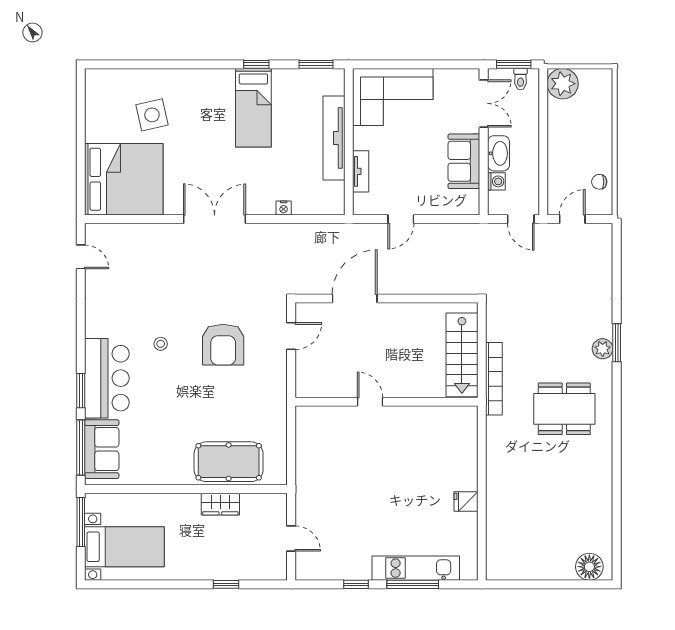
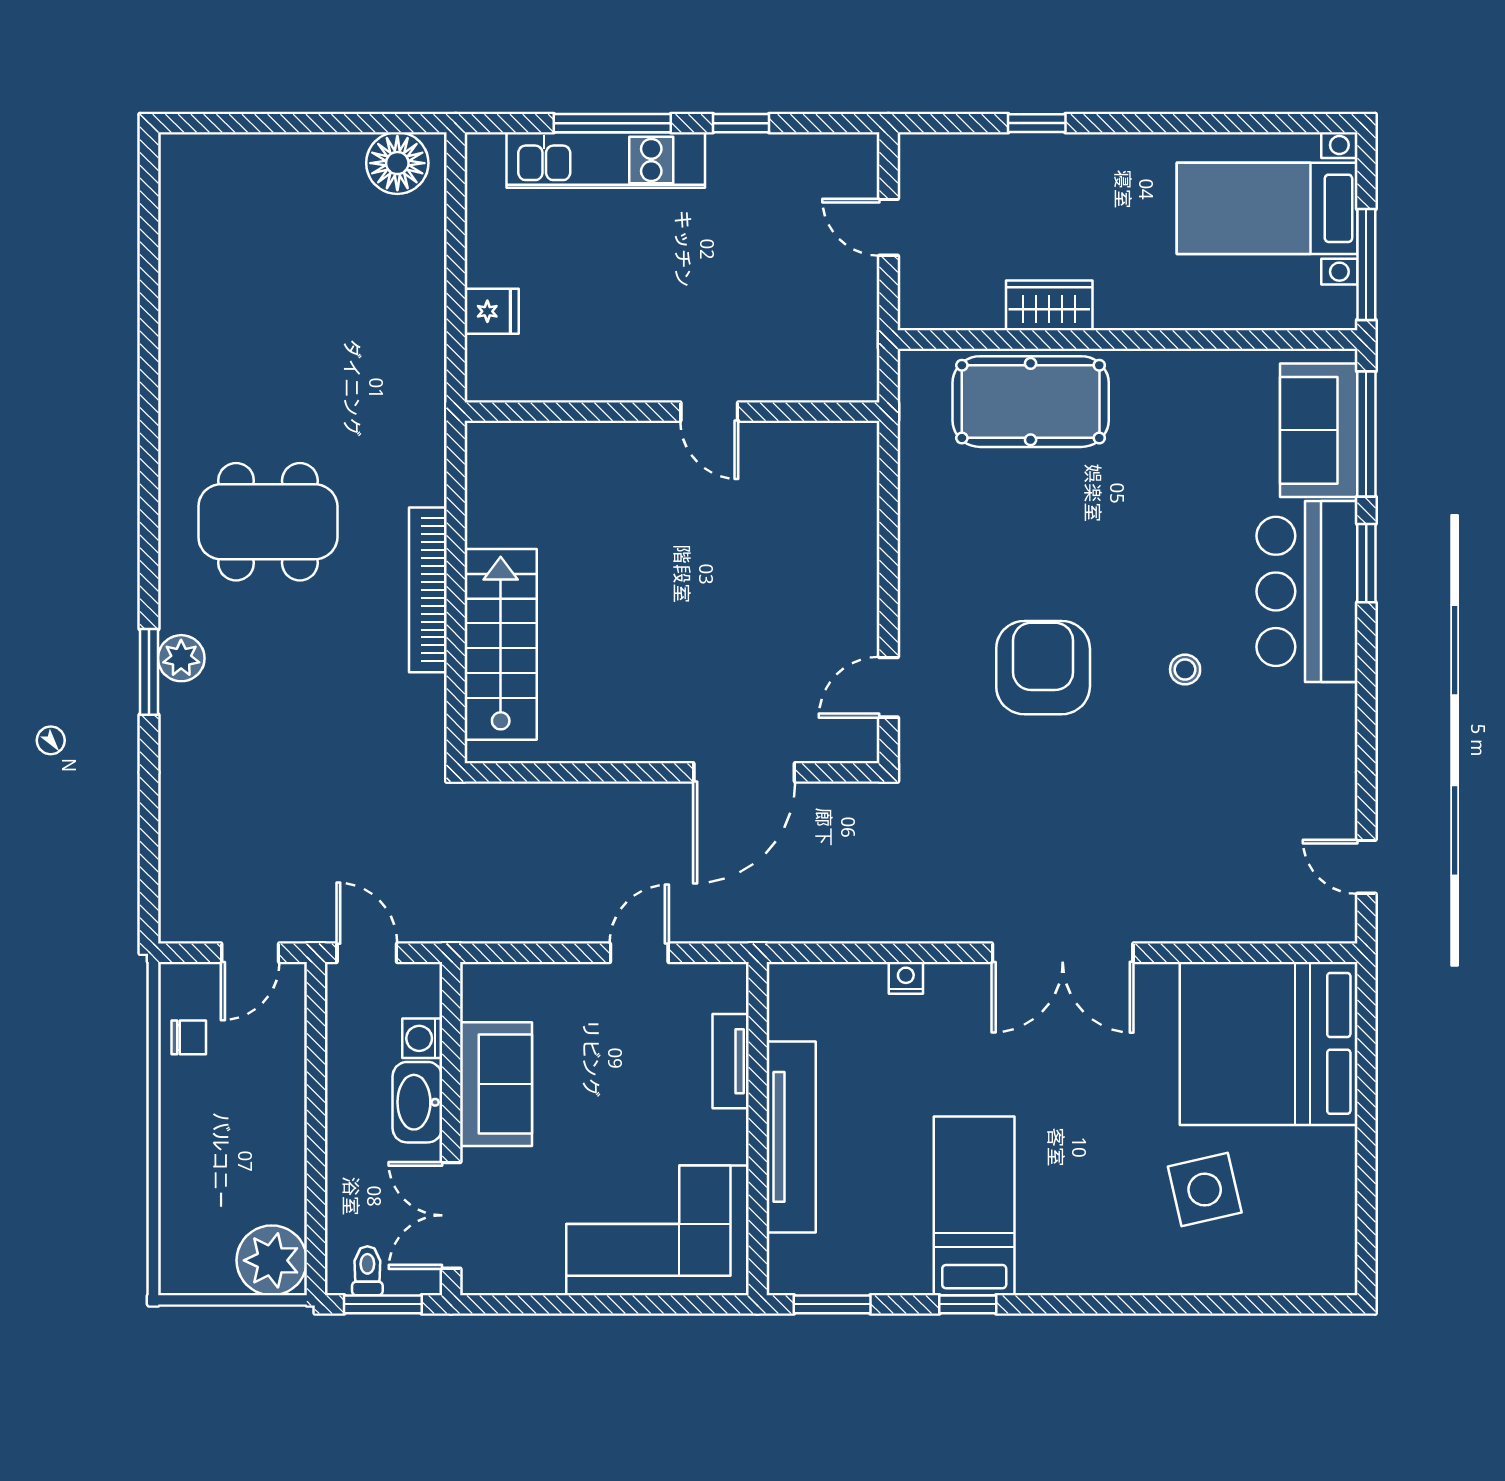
door: (370, 402) -> (709, 412), moved
wall: (386, 402) -> (672, 412), moved
floor lamp: (589, 567) -> (397, 163), moved

